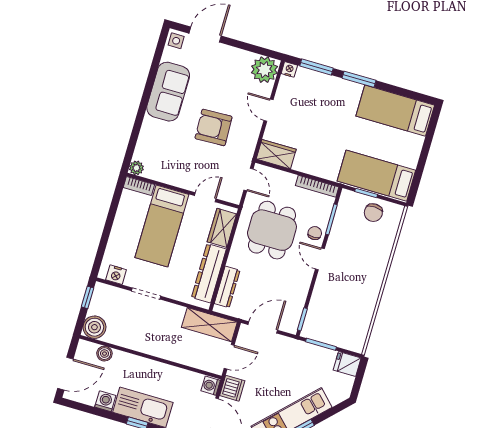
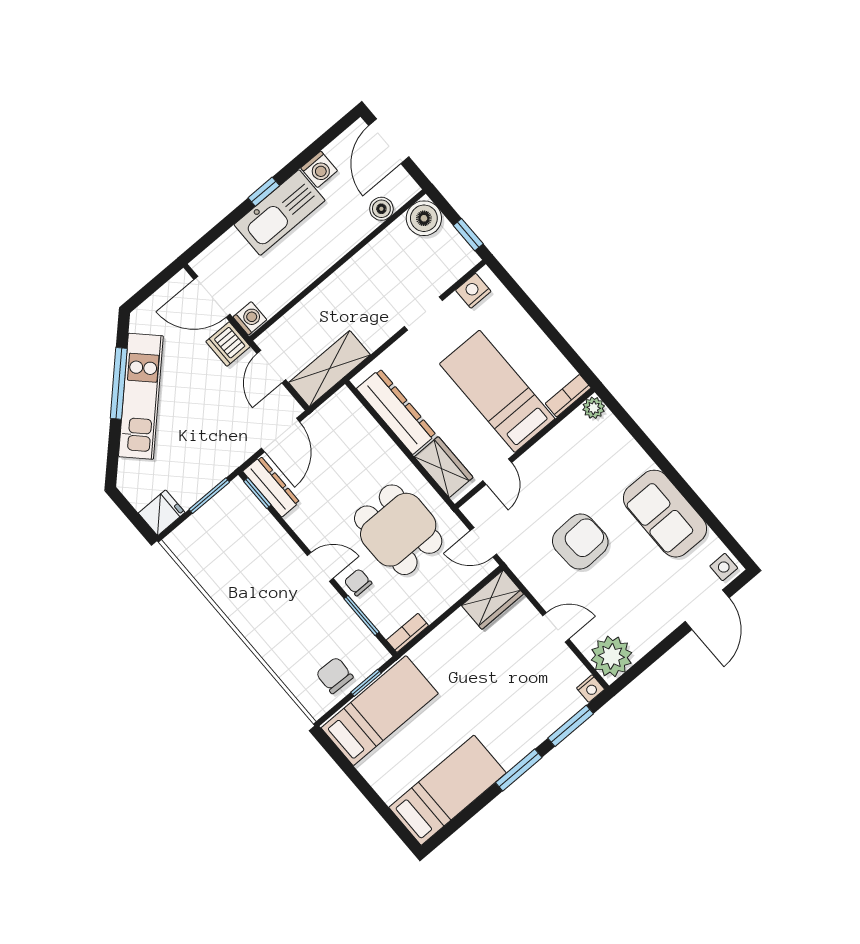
bookcase: (317, 186) -> (407, 633), width x0.64
chair: (315, 233) -> (358, 582), turned 180
dresser: (227, 287) -> (271, 487), moved, turned 180

